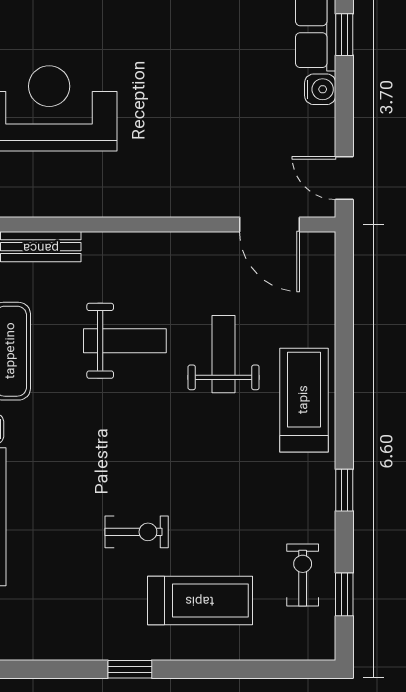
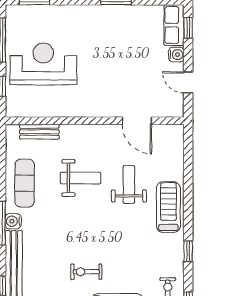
door: (344, 178) -> (188, 82), moved
door: (270, 224) -> (137, 121), moved
exercise bike: (137, 532) -> (86, 272), turned 180

